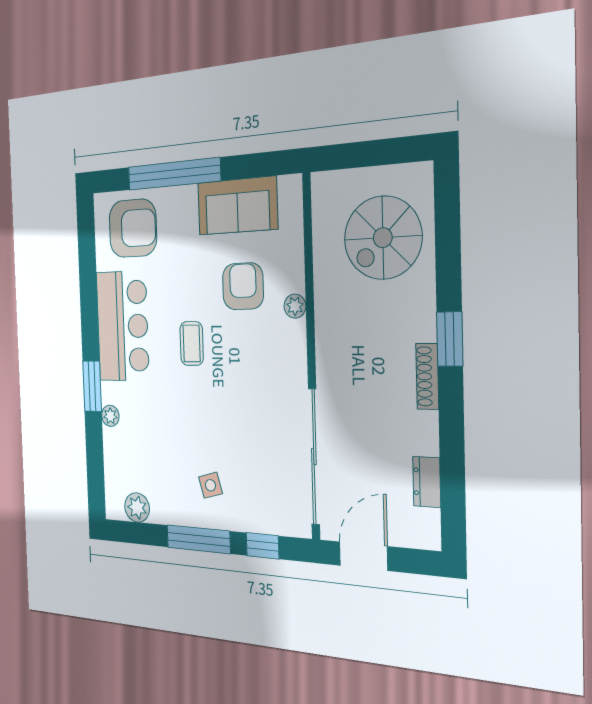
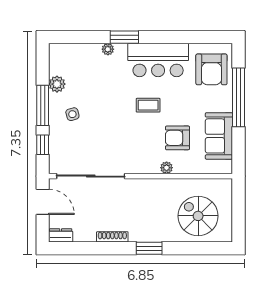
armchair: (243, 286) -> (177, 138), turned 180
shoe rack: (427, 376) -> (112, 237), moved
dresser: (427, 482) -> (61, 235), moved
plant: (137, 508) -> (57, 84), moved

